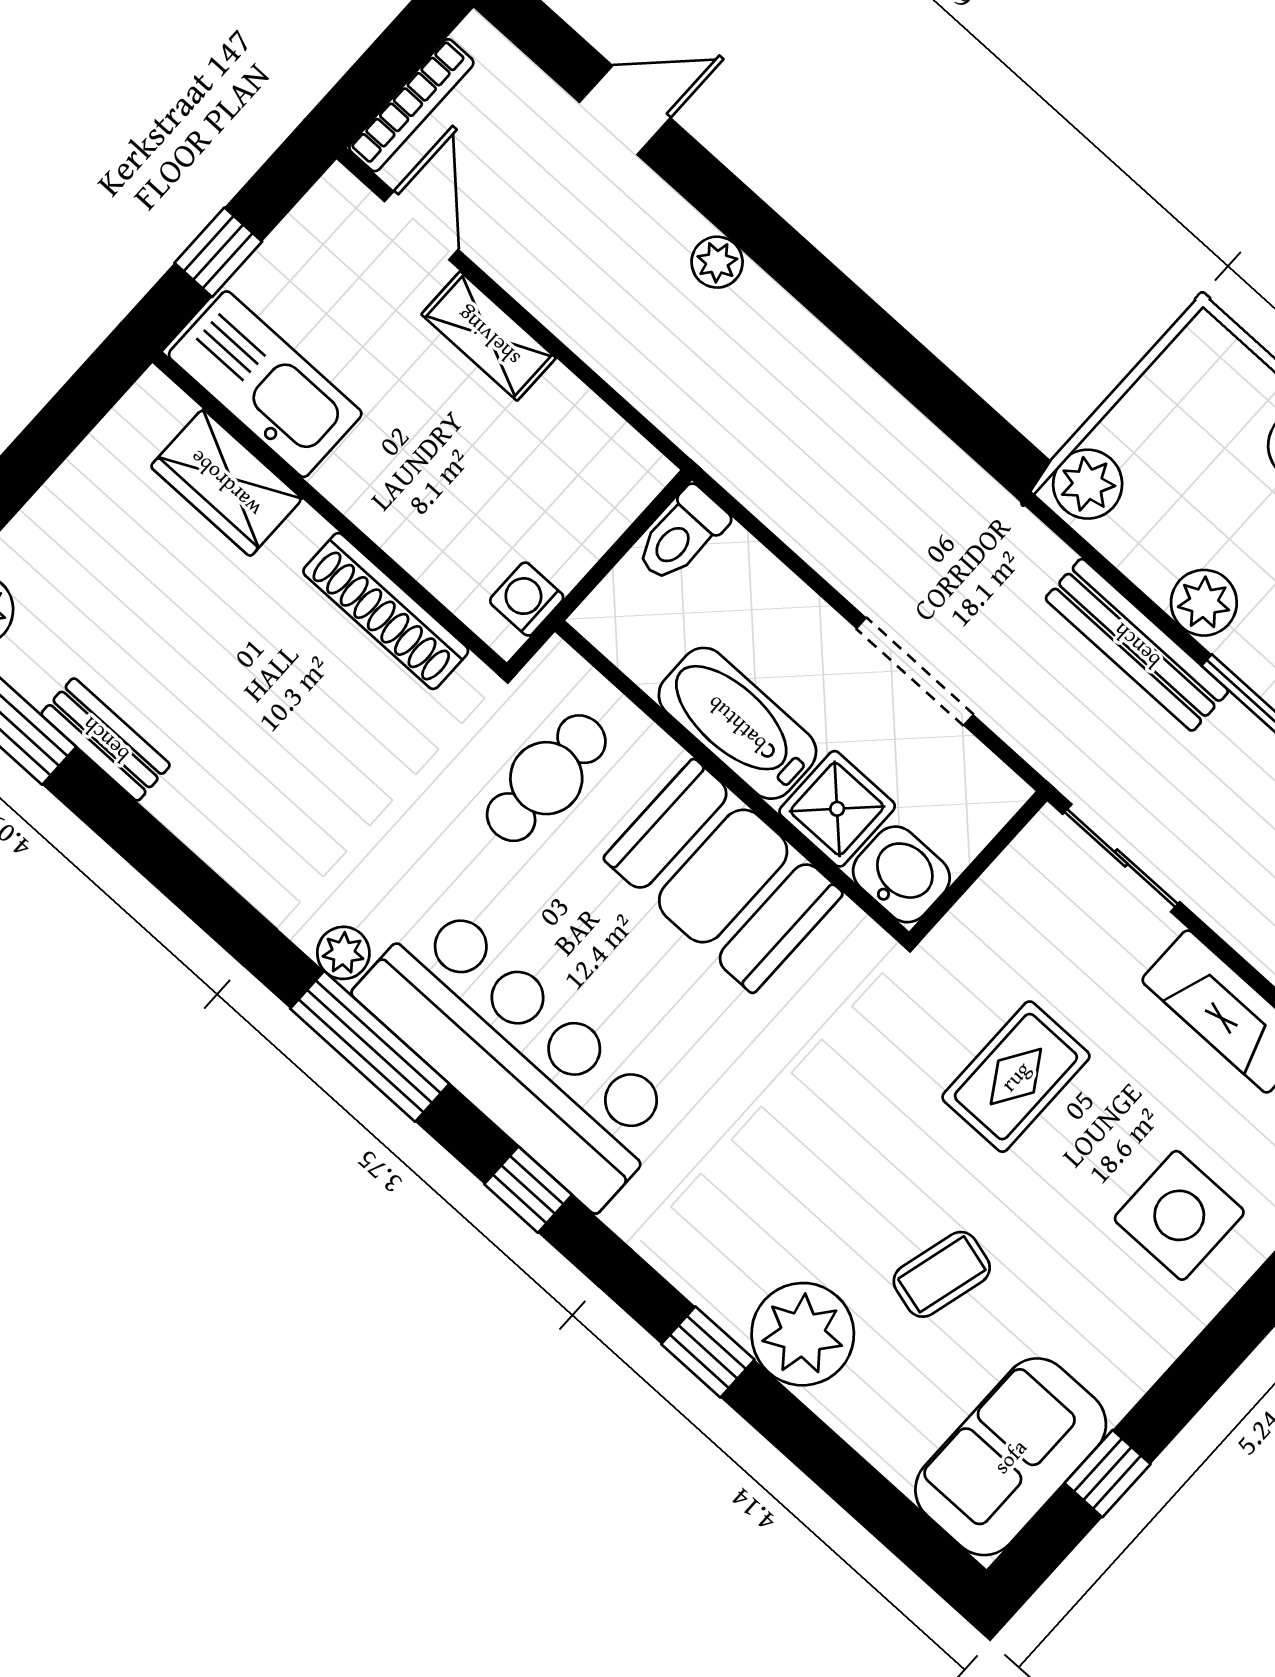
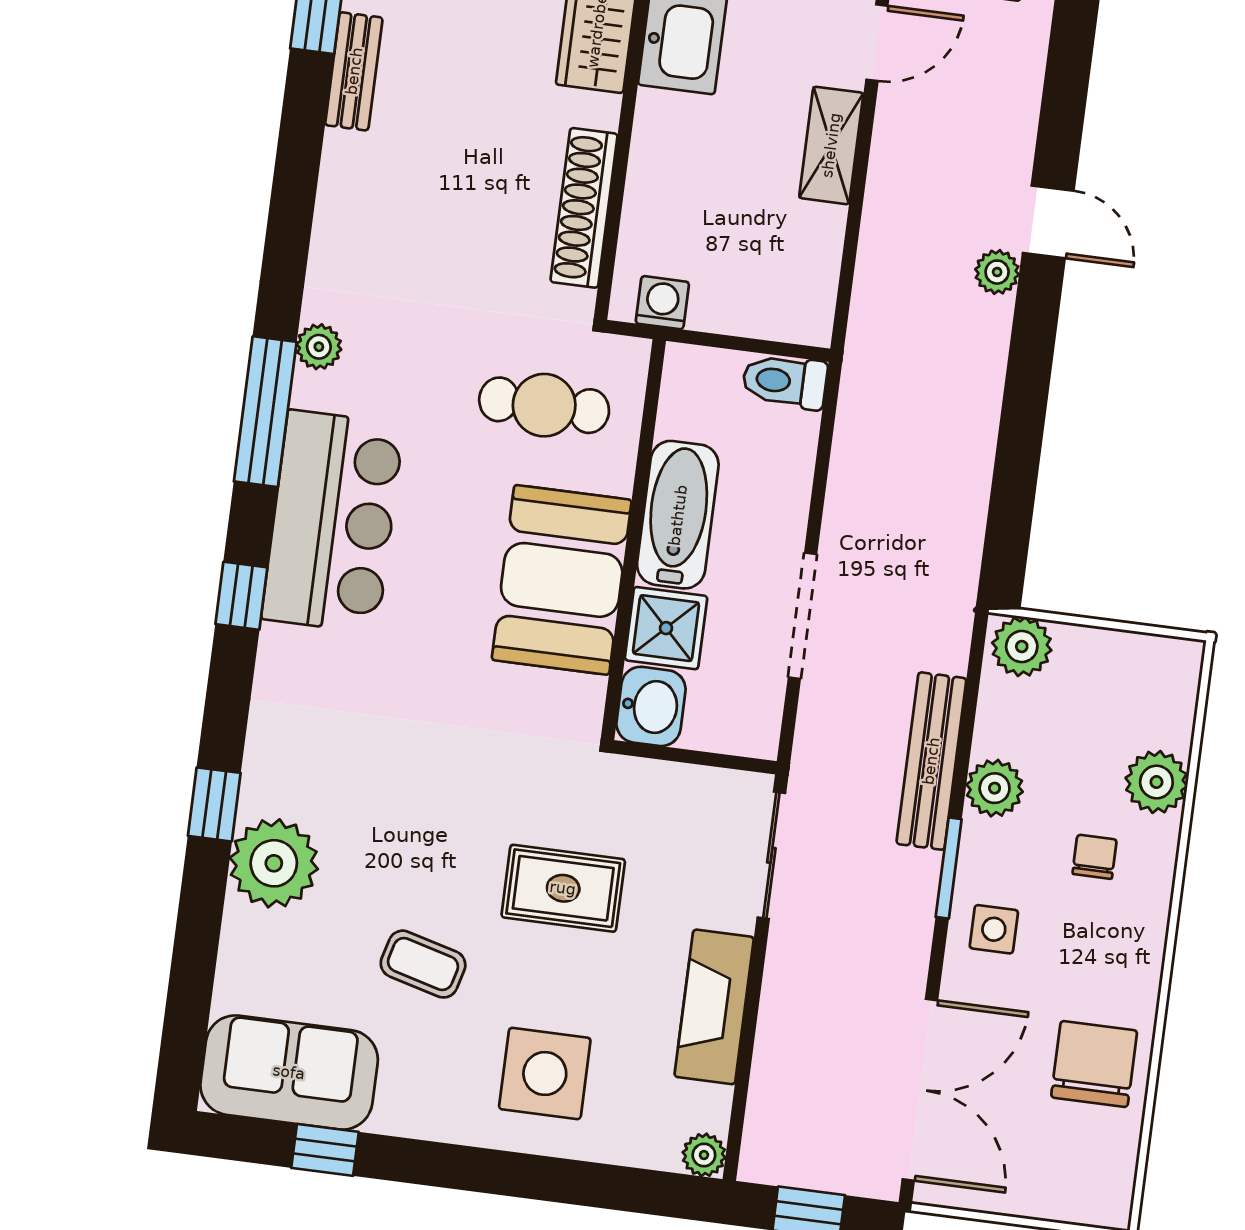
door: (625, 110) -> (1048, 222), moved
bar counter: (518, 1054) -> (333, 521), width x0.73
coffee table: (942, 1274) -> (423, 964), moved

